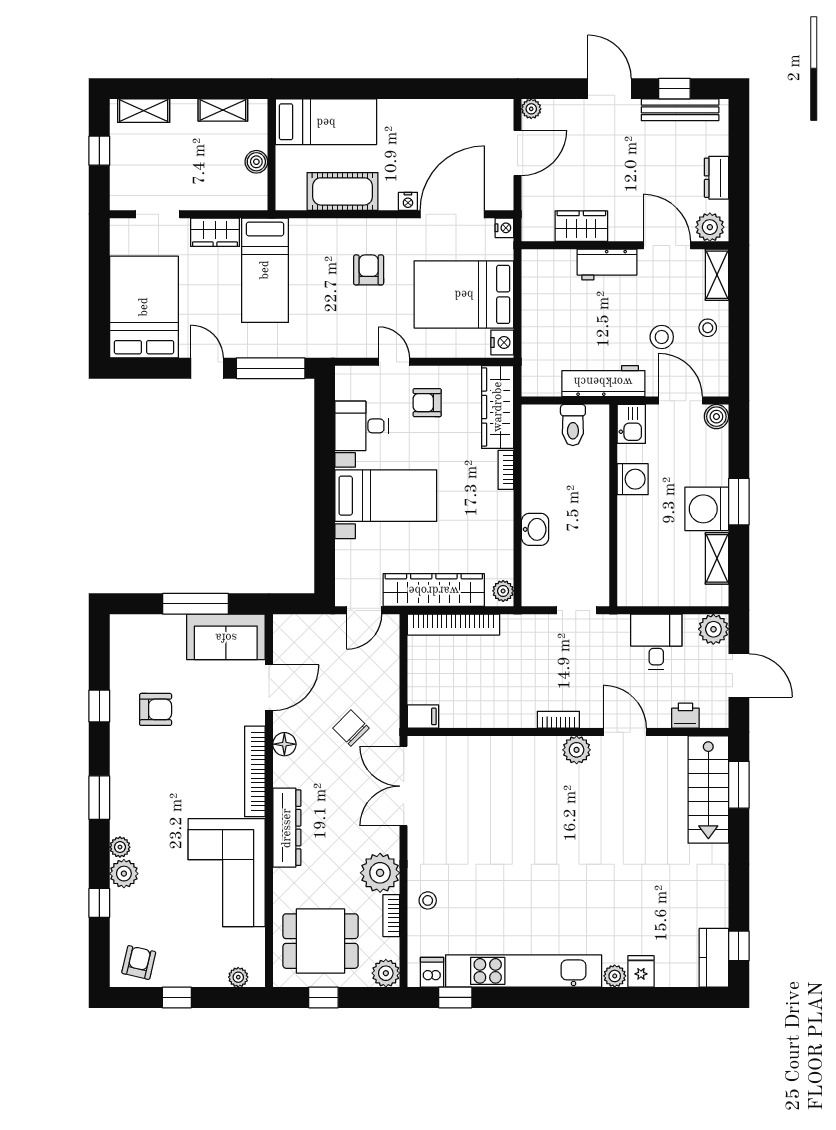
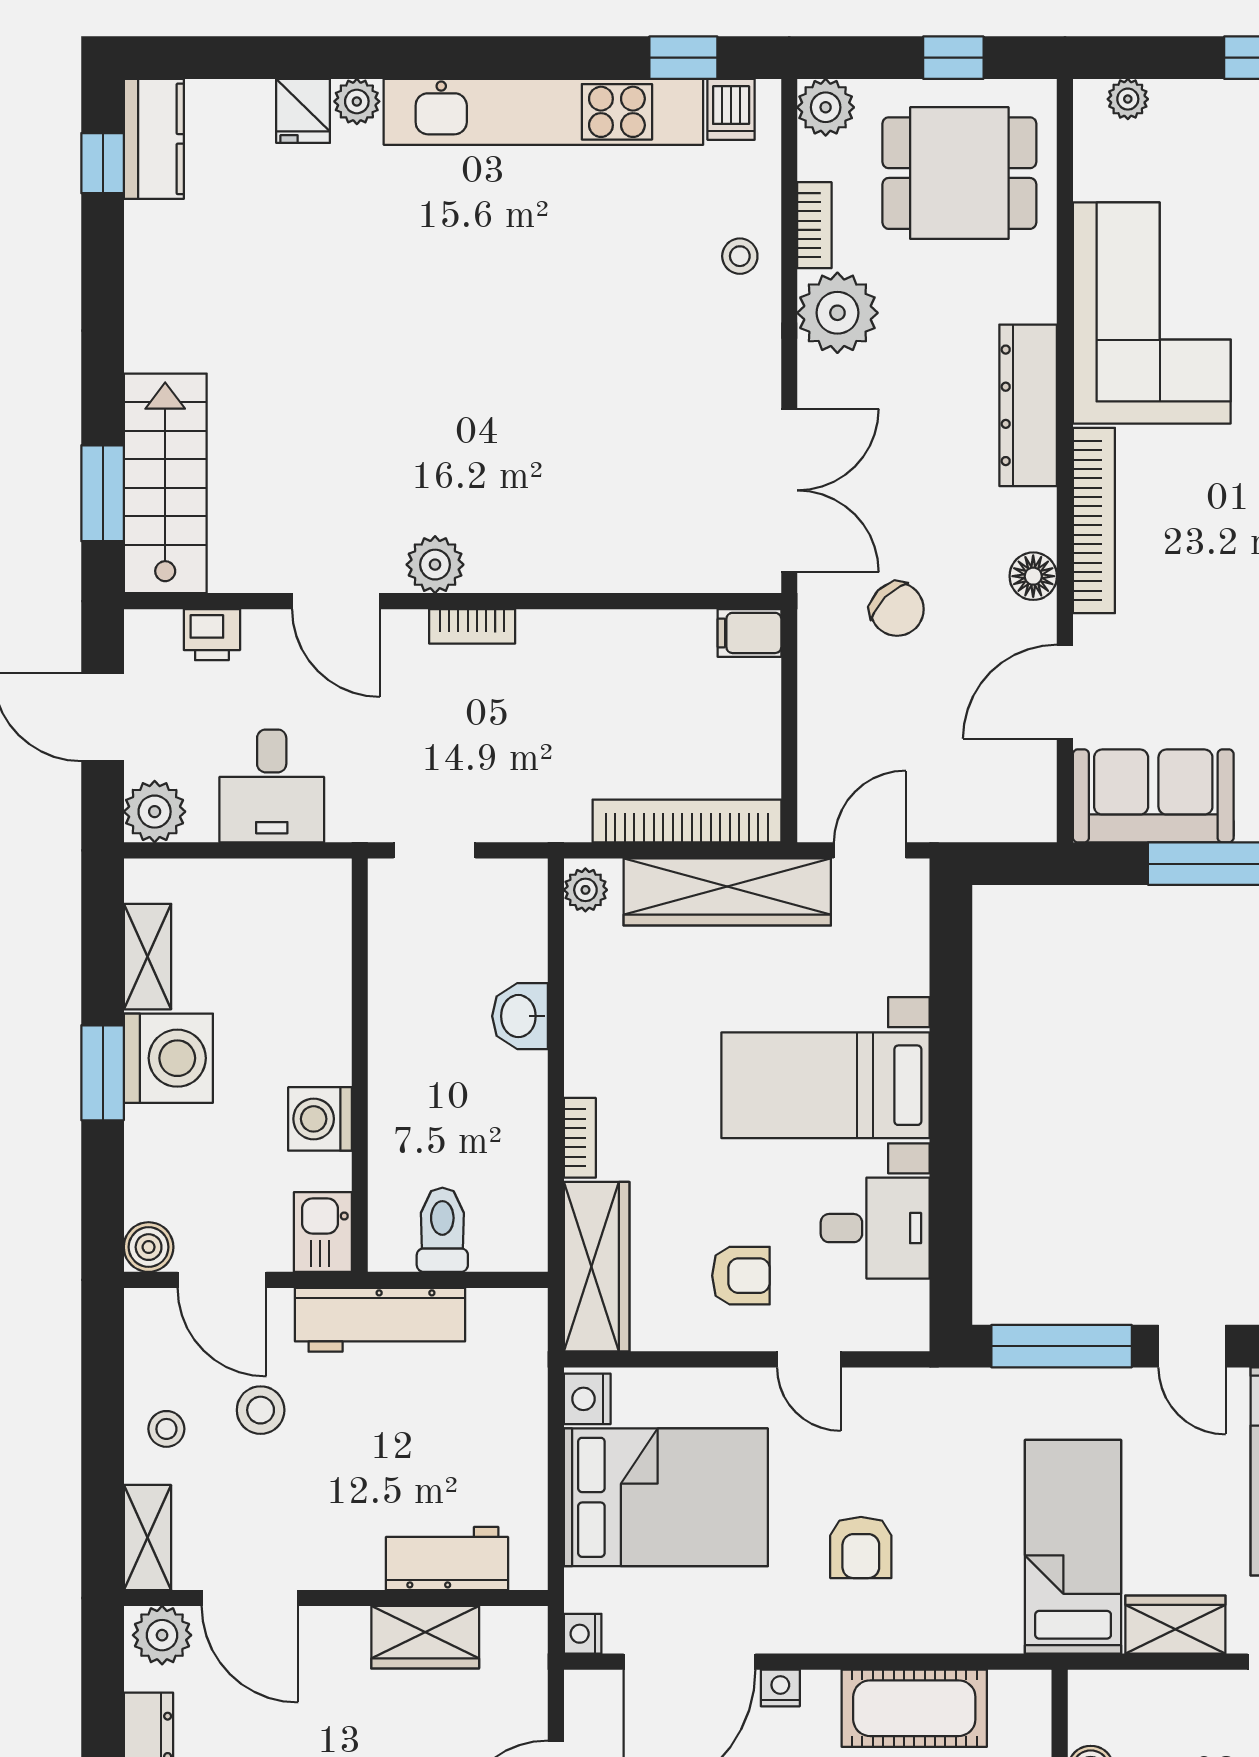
workbench: (607, 265) -> (447, 1558), moved

